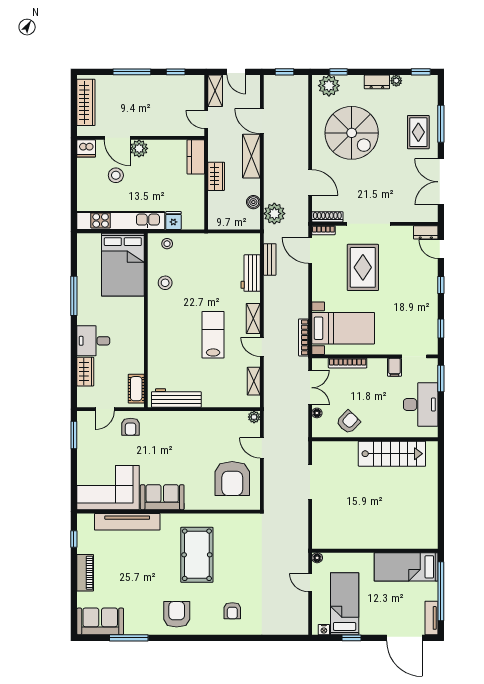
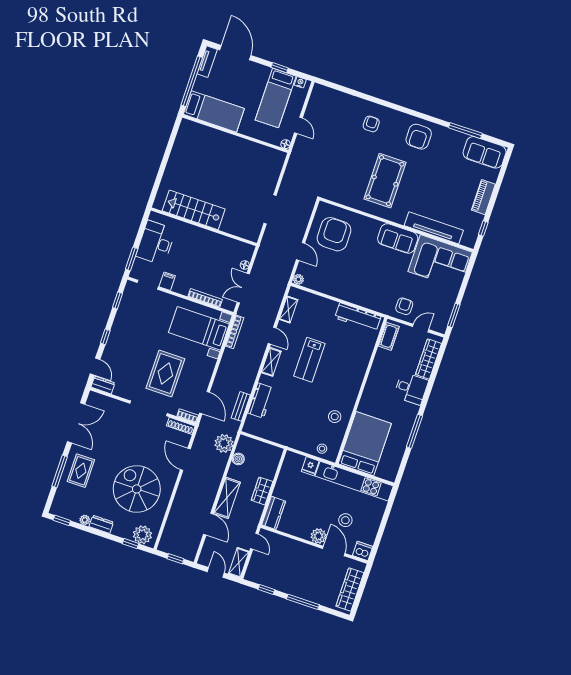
wardrobe: (85, 372) -> (428, 359), width x1.50
armchair: (348, 422) -> (221, 249), removed

